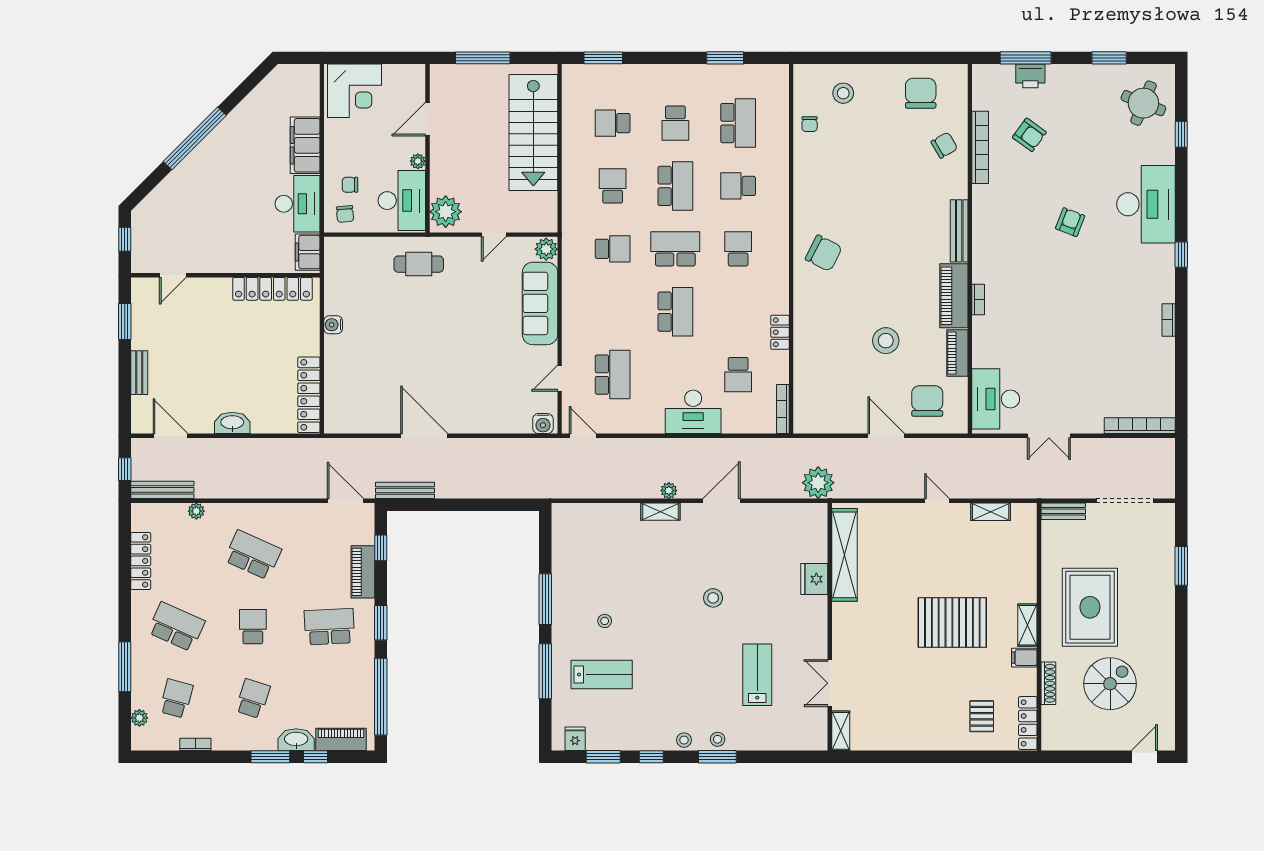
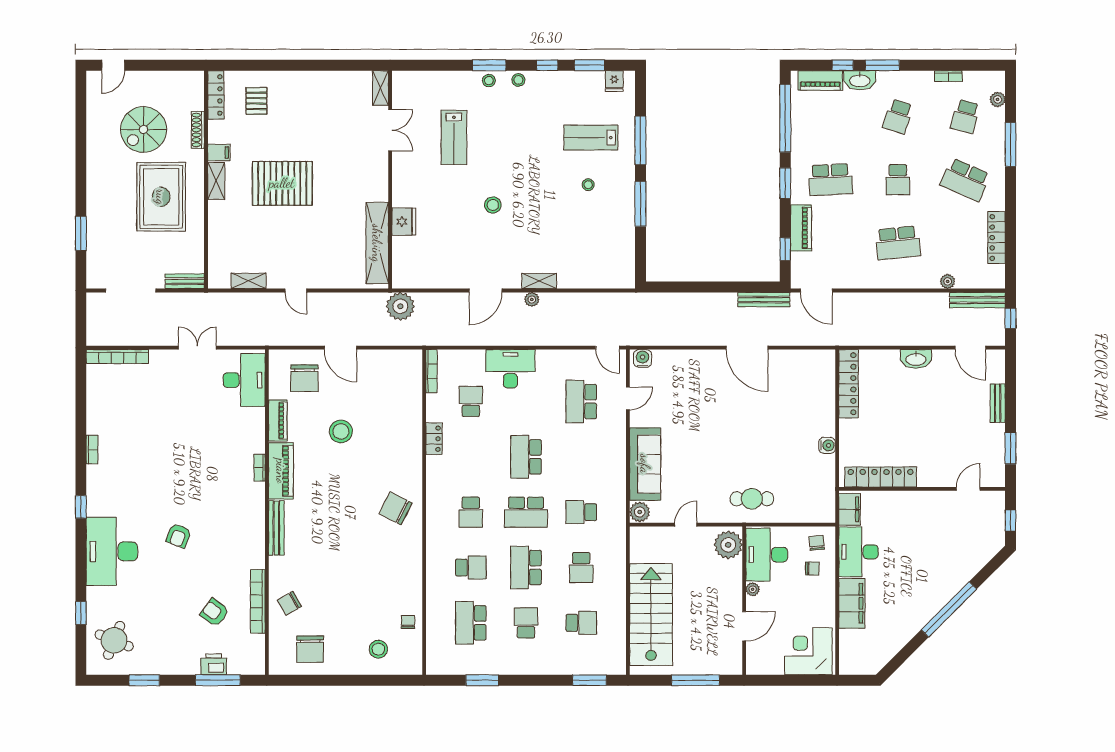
school desk: (253, 555) -> (898, 243), turned -30

